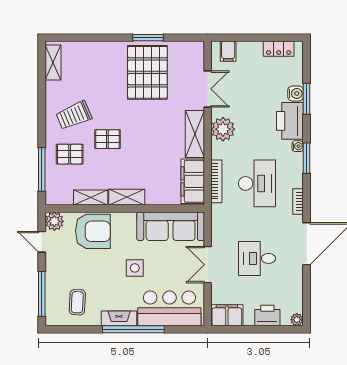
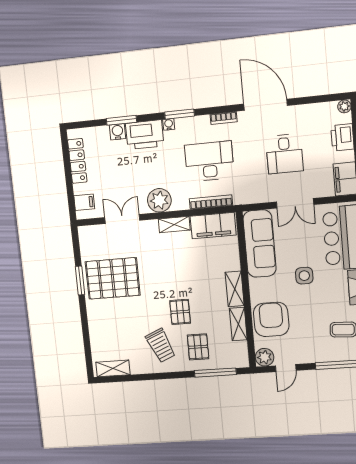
locker: (279, 49) -> (77, 161), width x1.53
shelving: (195, 134) -> (174, 225), width x0.67, depth x0.75

